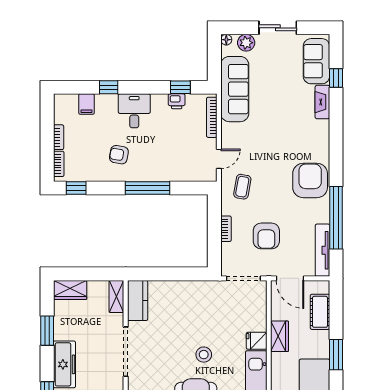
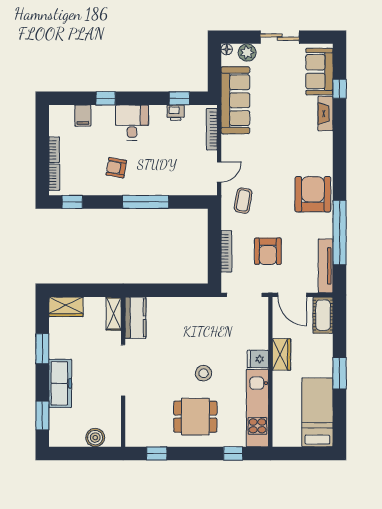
bookcase: (226, 229) -> (226, 251), width x1.56
cot: (320, 312) -> (323, 315), moved

